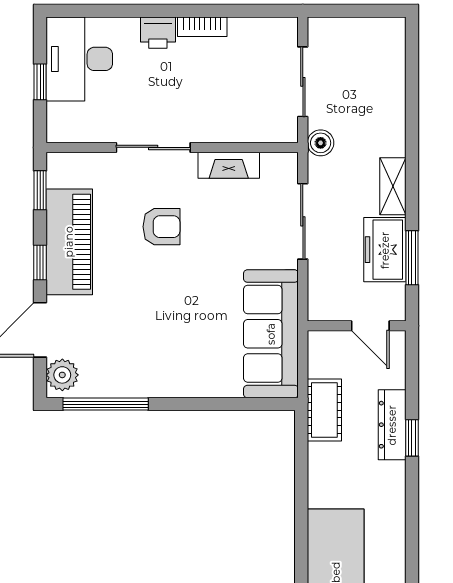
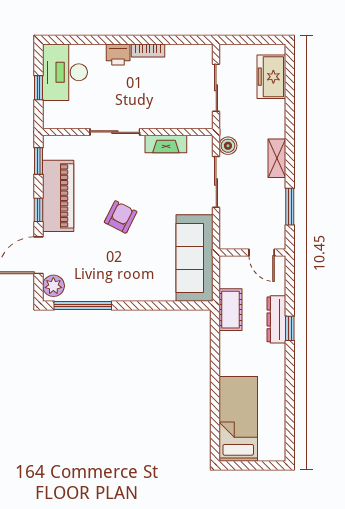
boiler: (321, 143) -> (228, 146), moved
armchair: (161, 227) -> (121, 217), moved, turned -63
freezer: (385, 250) -> (271, 77), moved

